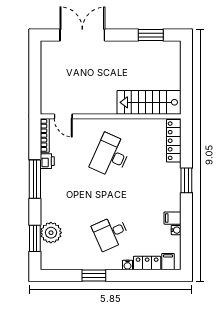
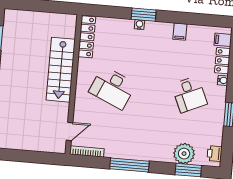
stairs: (149, 102) -> (61, 70), moved
locker: (174, 141) -> (87, 37), moved, turned -90
printer: (47, 161) -> (214, 154), moved, turned -90
water cooler: (176, 230) -> (139, 25), moved

